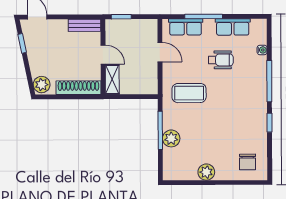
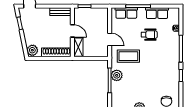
door: (160, 52) -> (110, 40), moved
plant: (171, 138) -> (117, 75), moved

